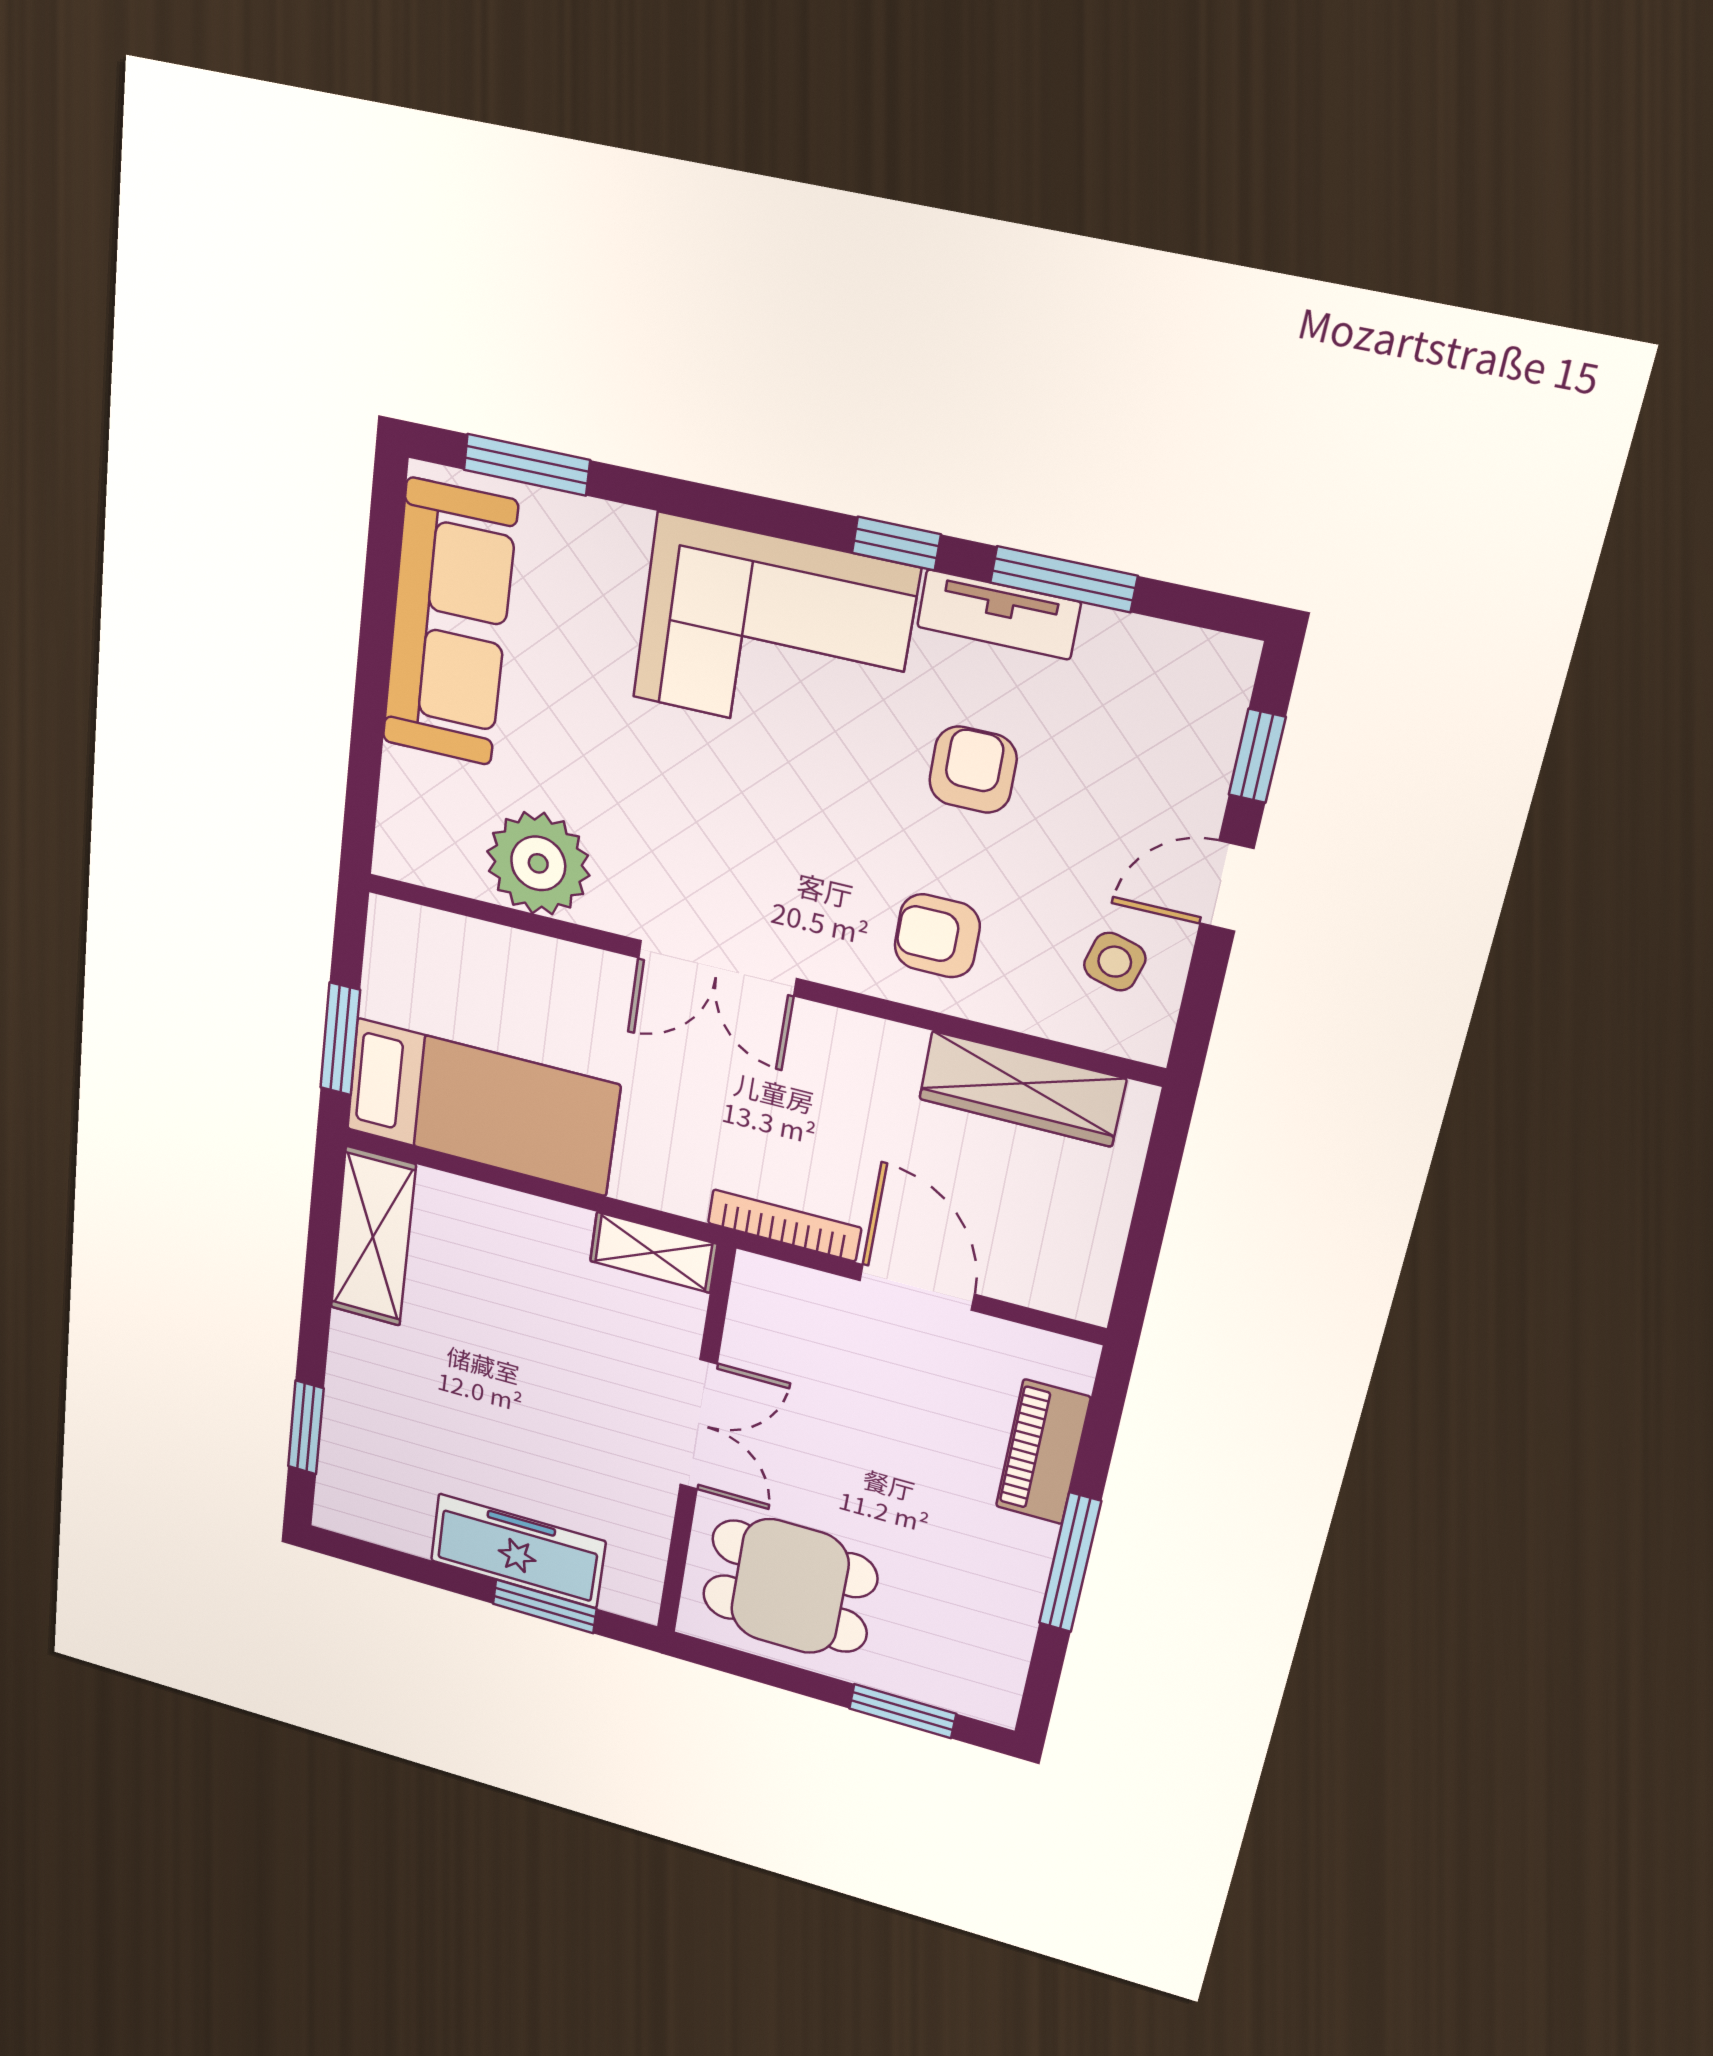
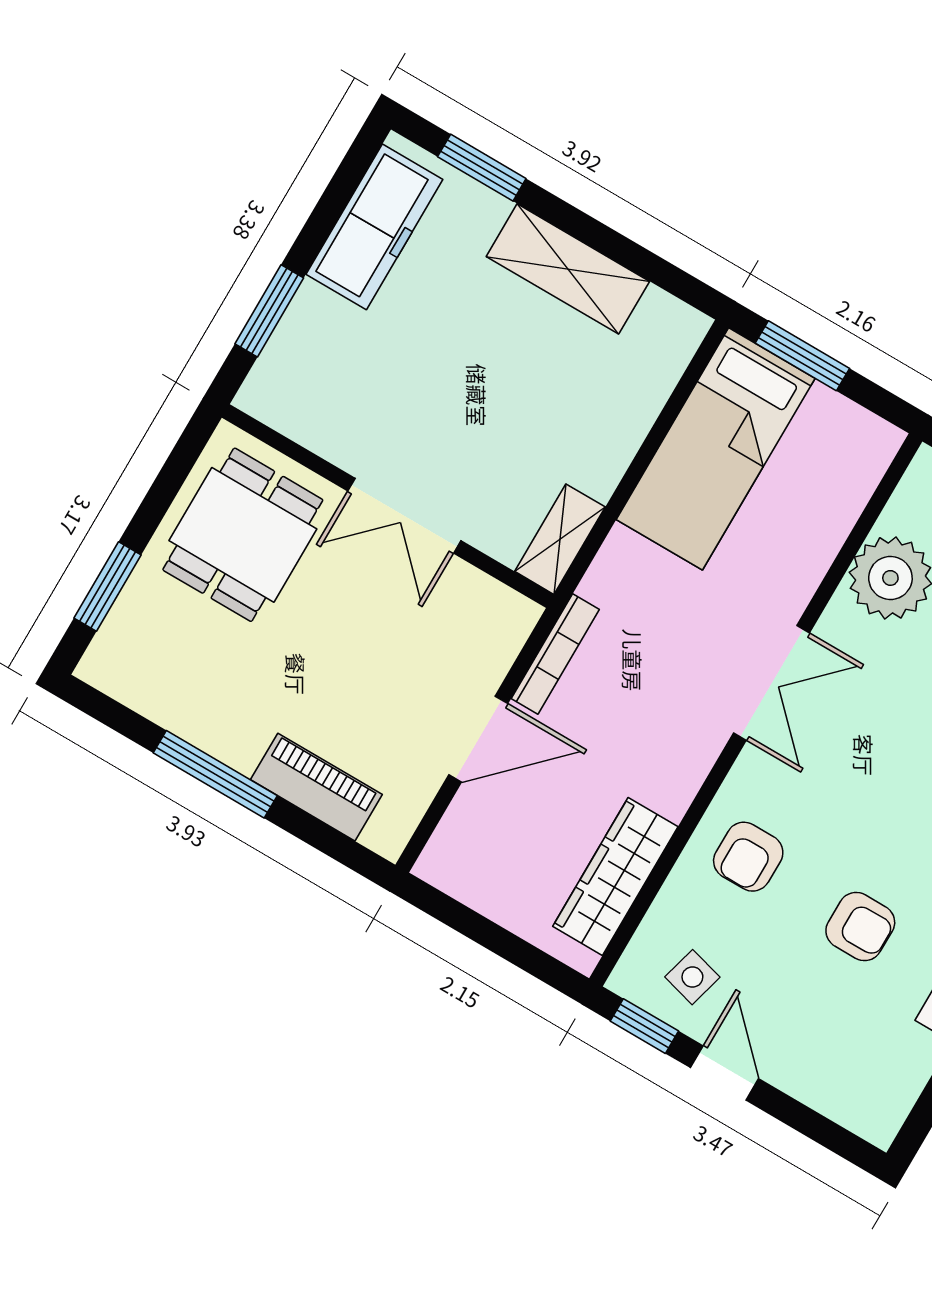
window: (1257, 756) -> (644, 1026), moved
armchair: (937, 936) -> (748, 857), turned 180
double door: (717, 968) -> (772, 683), swing flipped
shelving: (373, 1237) -> (568, 269), moved
freezer: (518, 1551) -> (374, 227), moved

